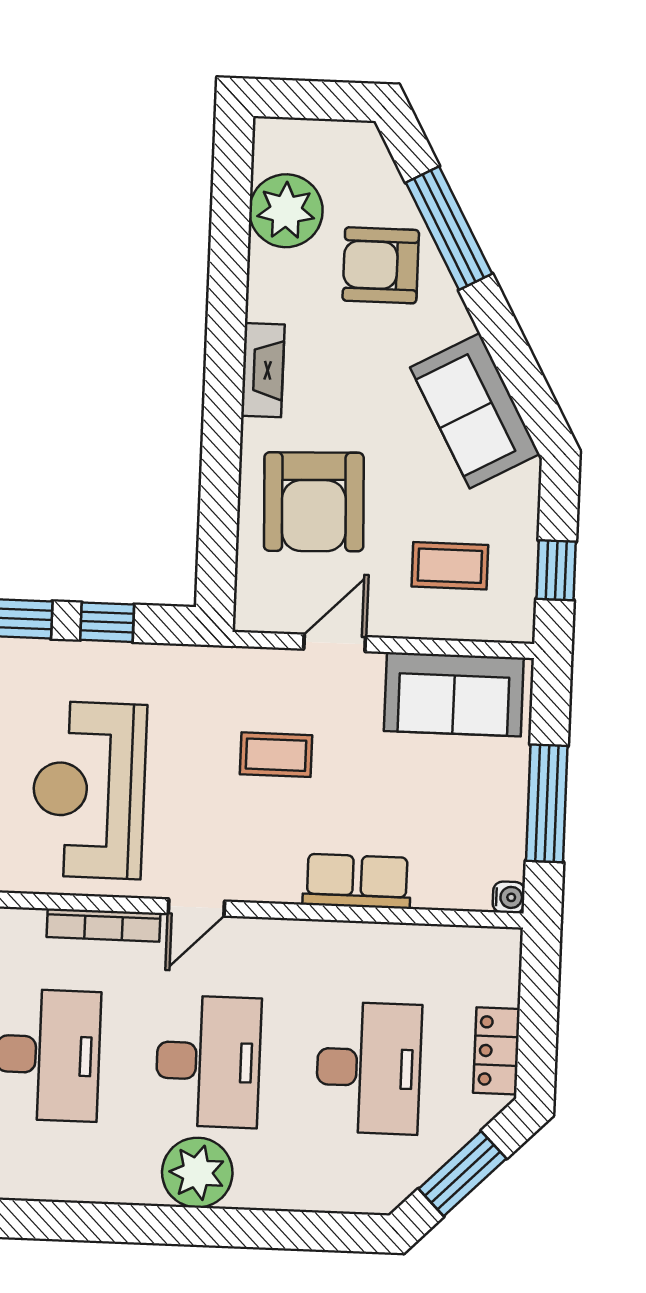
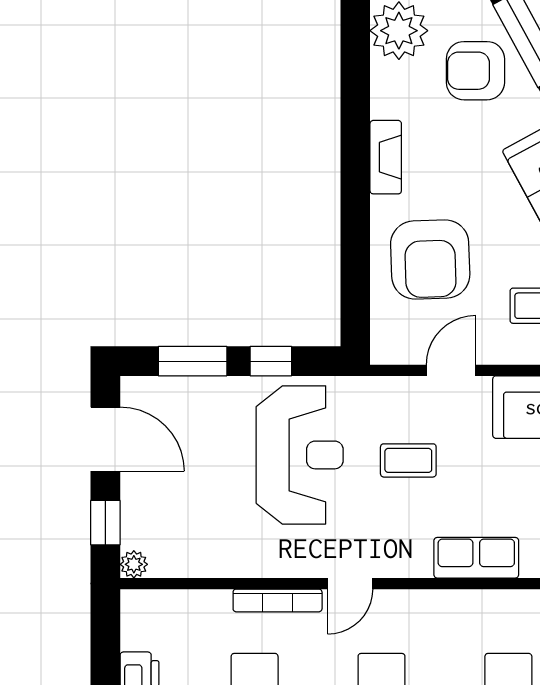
reception desk: (89, 790) -> (300, 455), moved, turned 180

